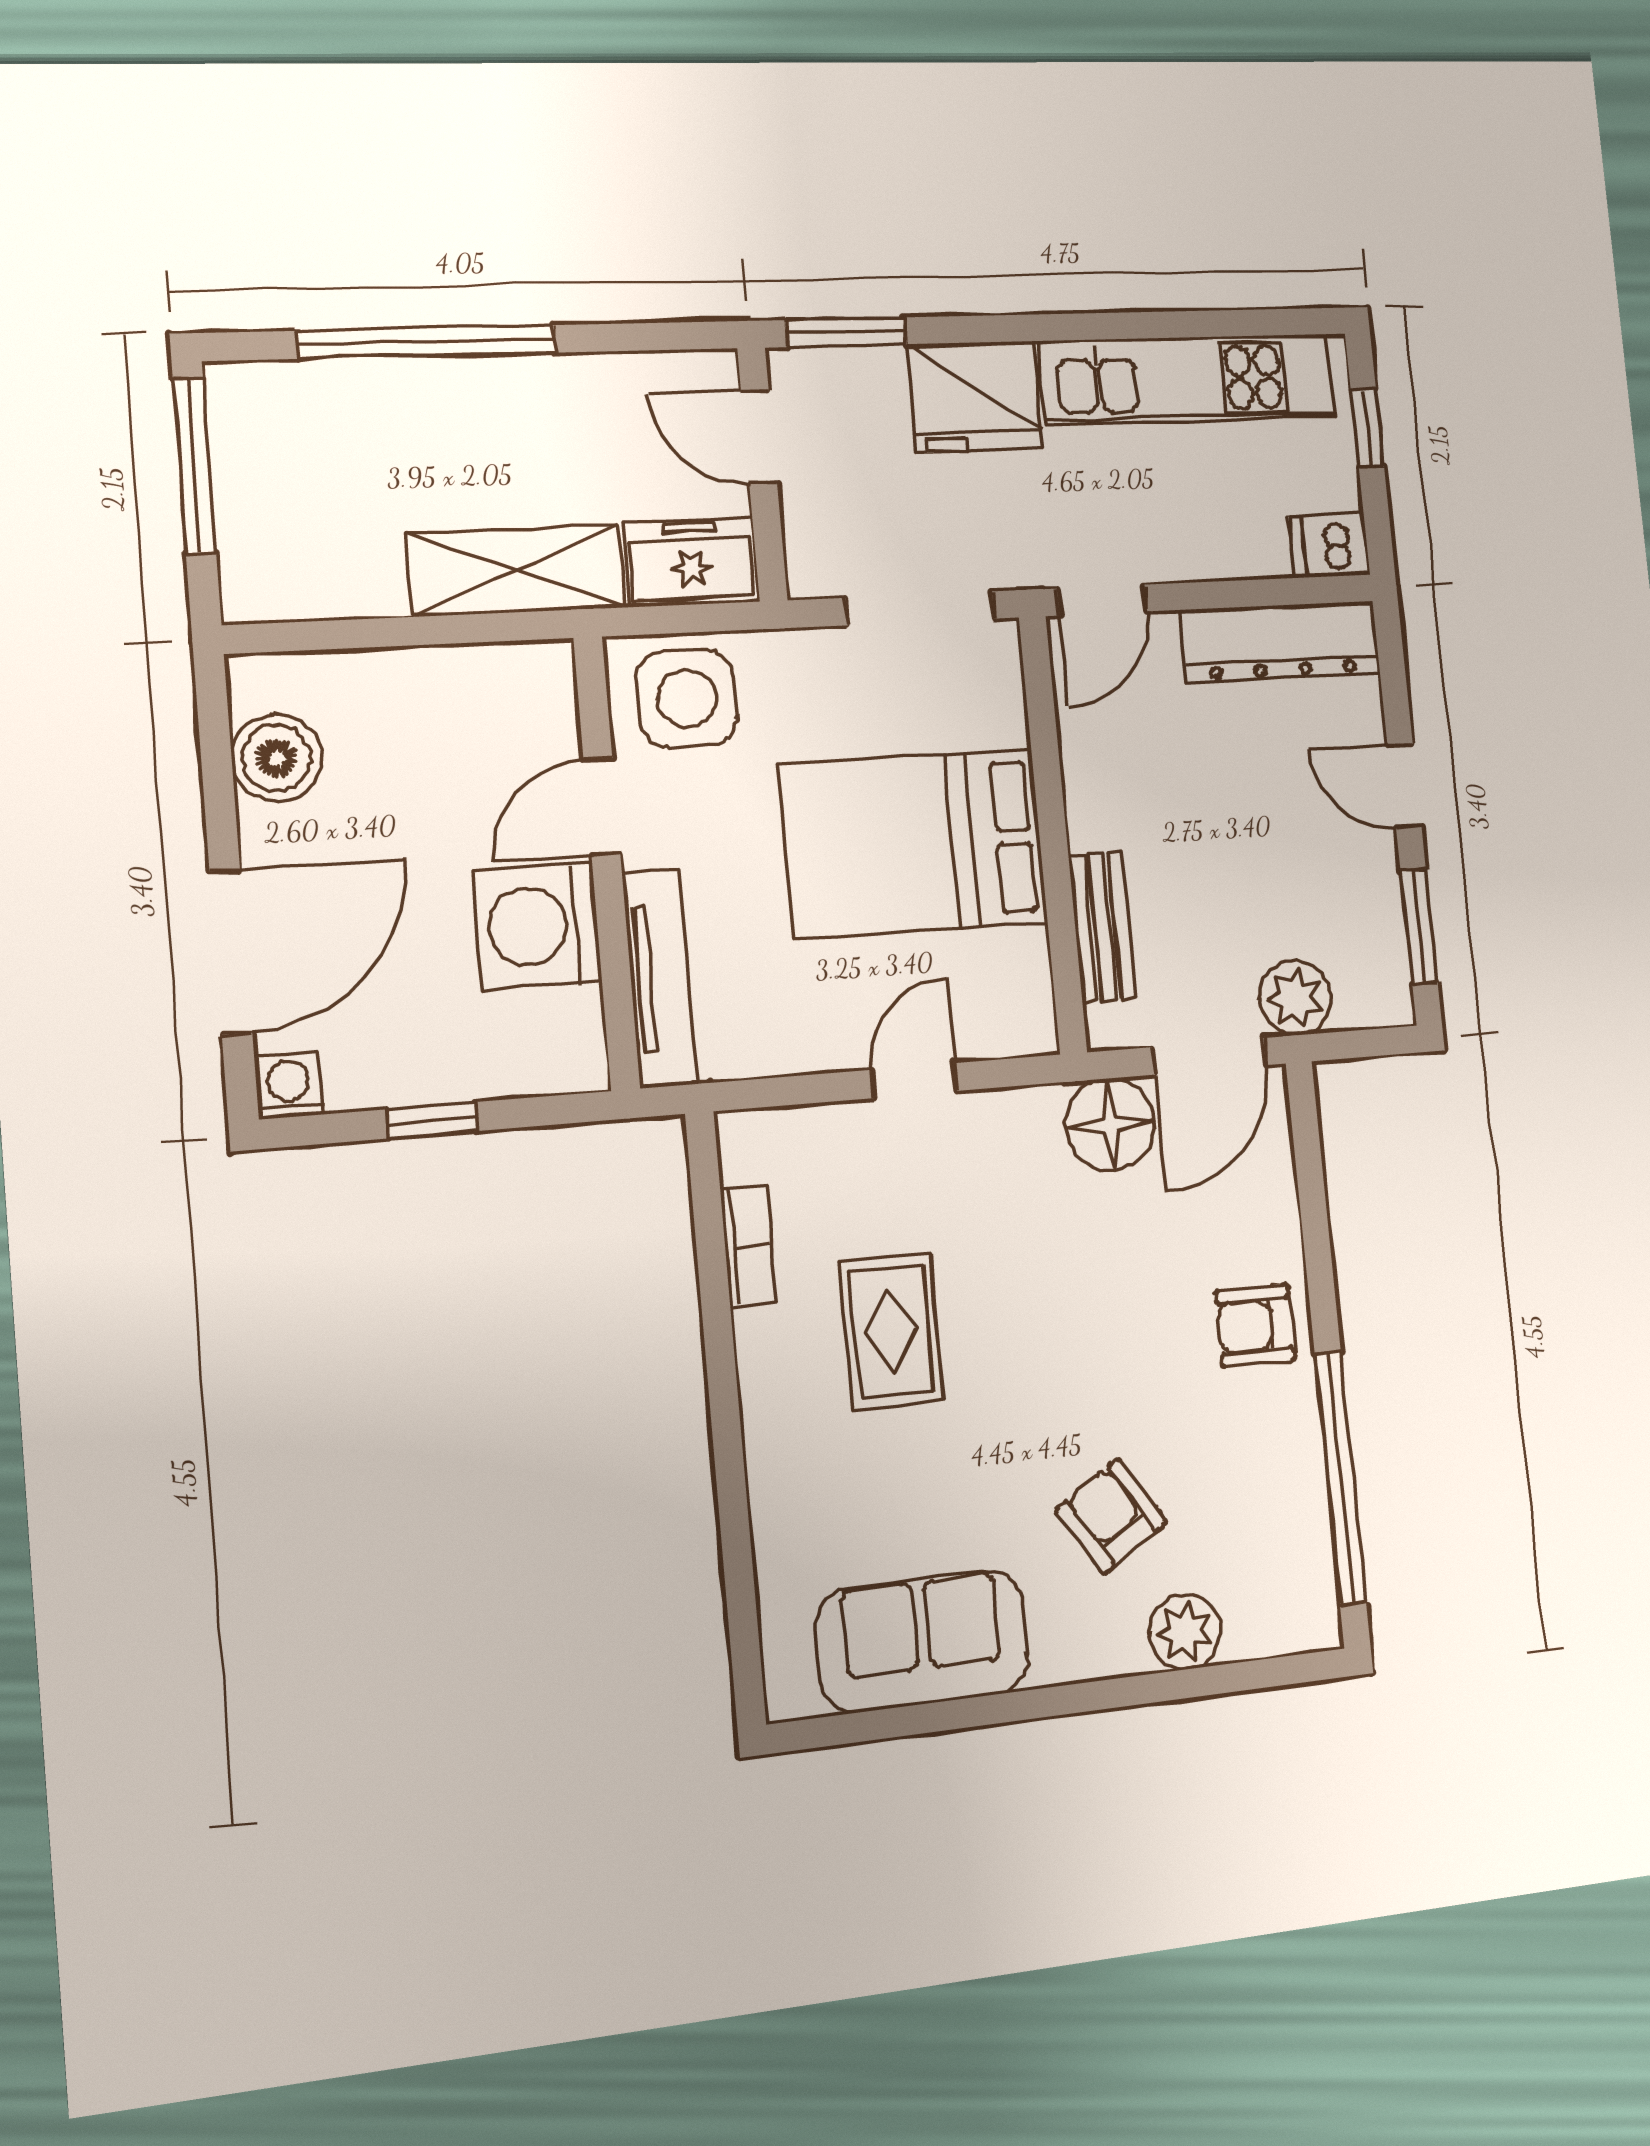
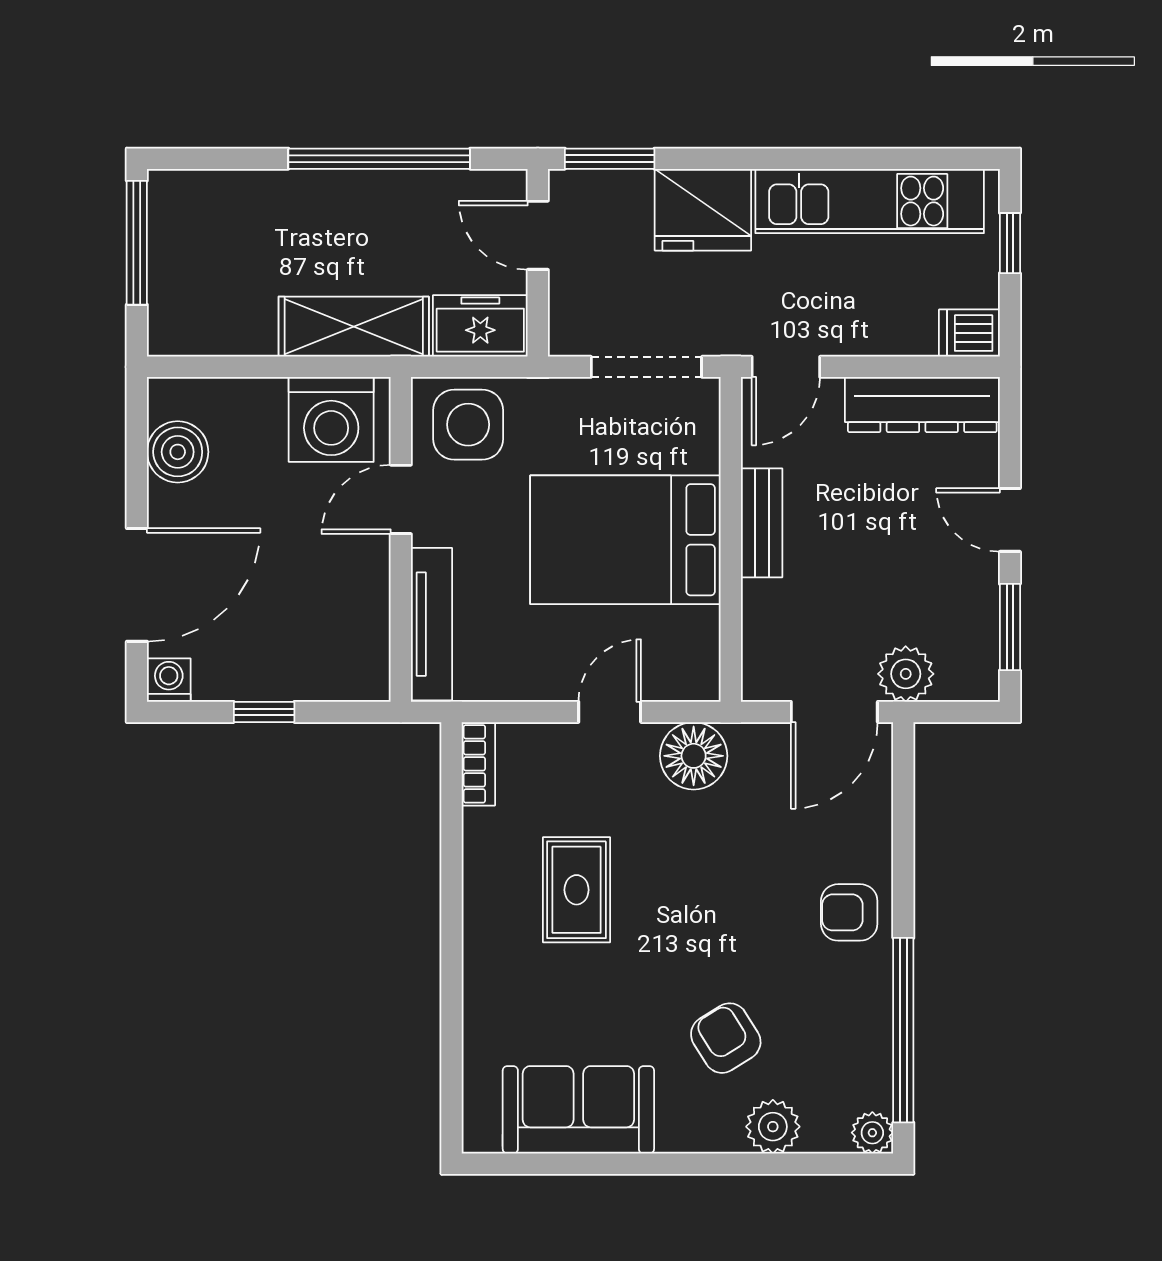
window: (427, 342) -> (379, 159), moved
washing machine: (537, 926) -> (331, 419), moved, turned -90
bench: (1102, 927) -> (762, 523), moved
floor lamp: (1110, 1124) -> (694, 756), moved
bookcase: (748, 1245) -> (478, 764), moved
plant: (1315, 1623) -> (872, 1133), added

